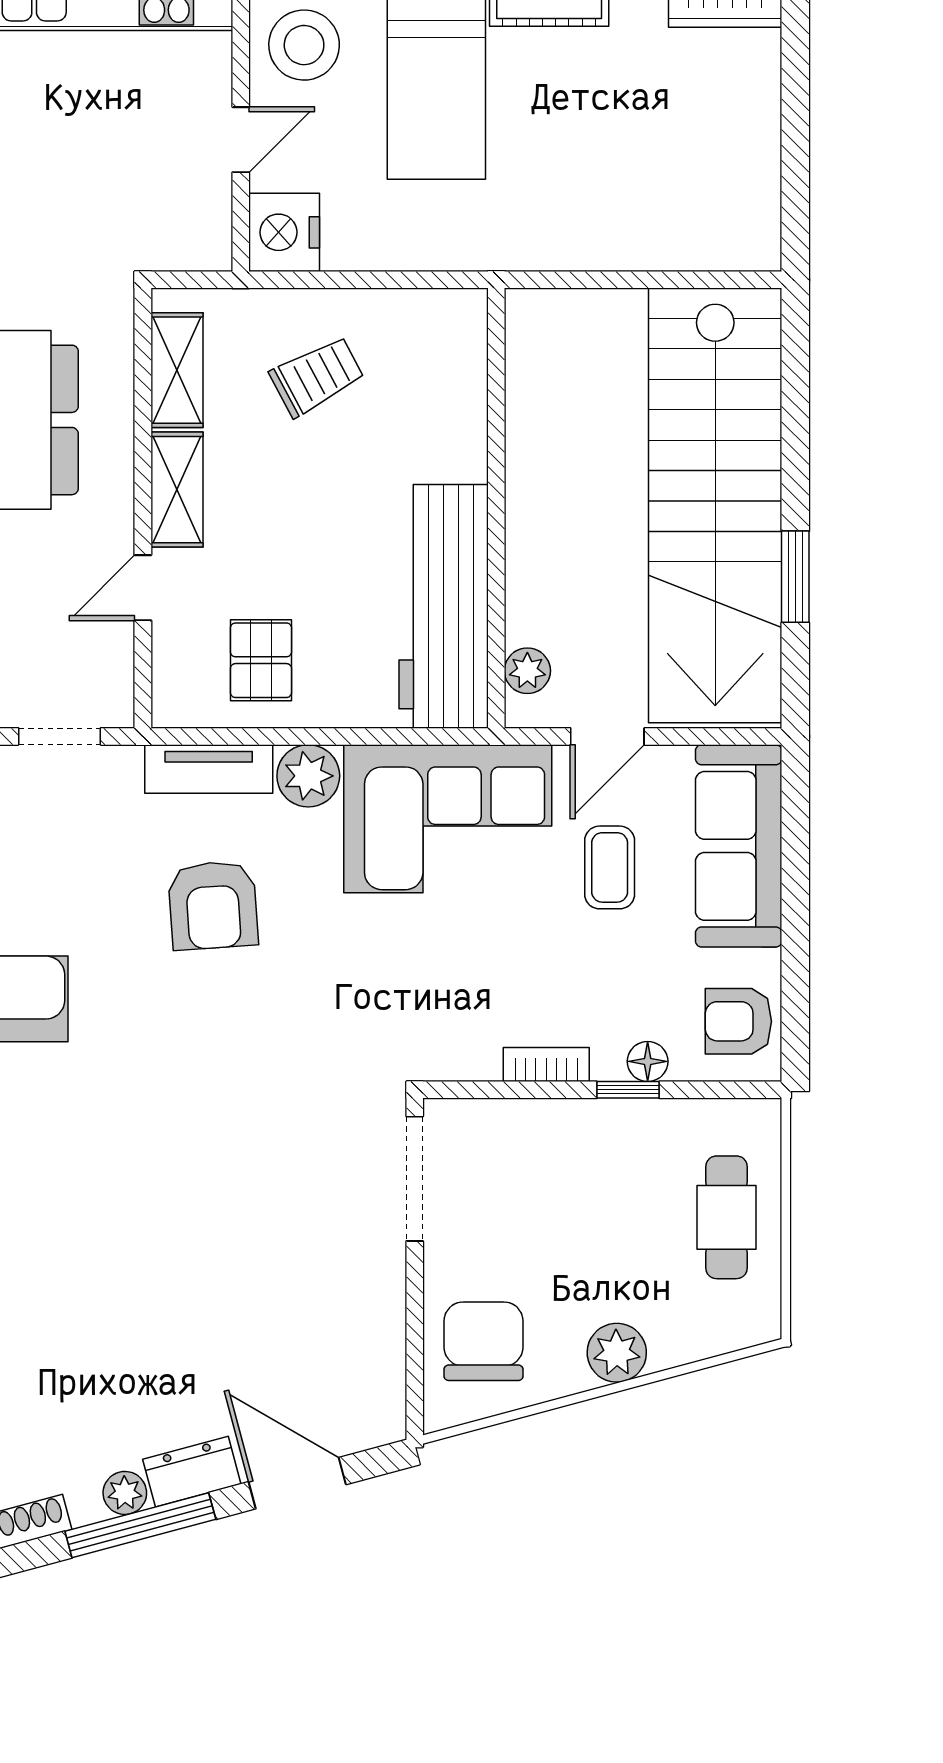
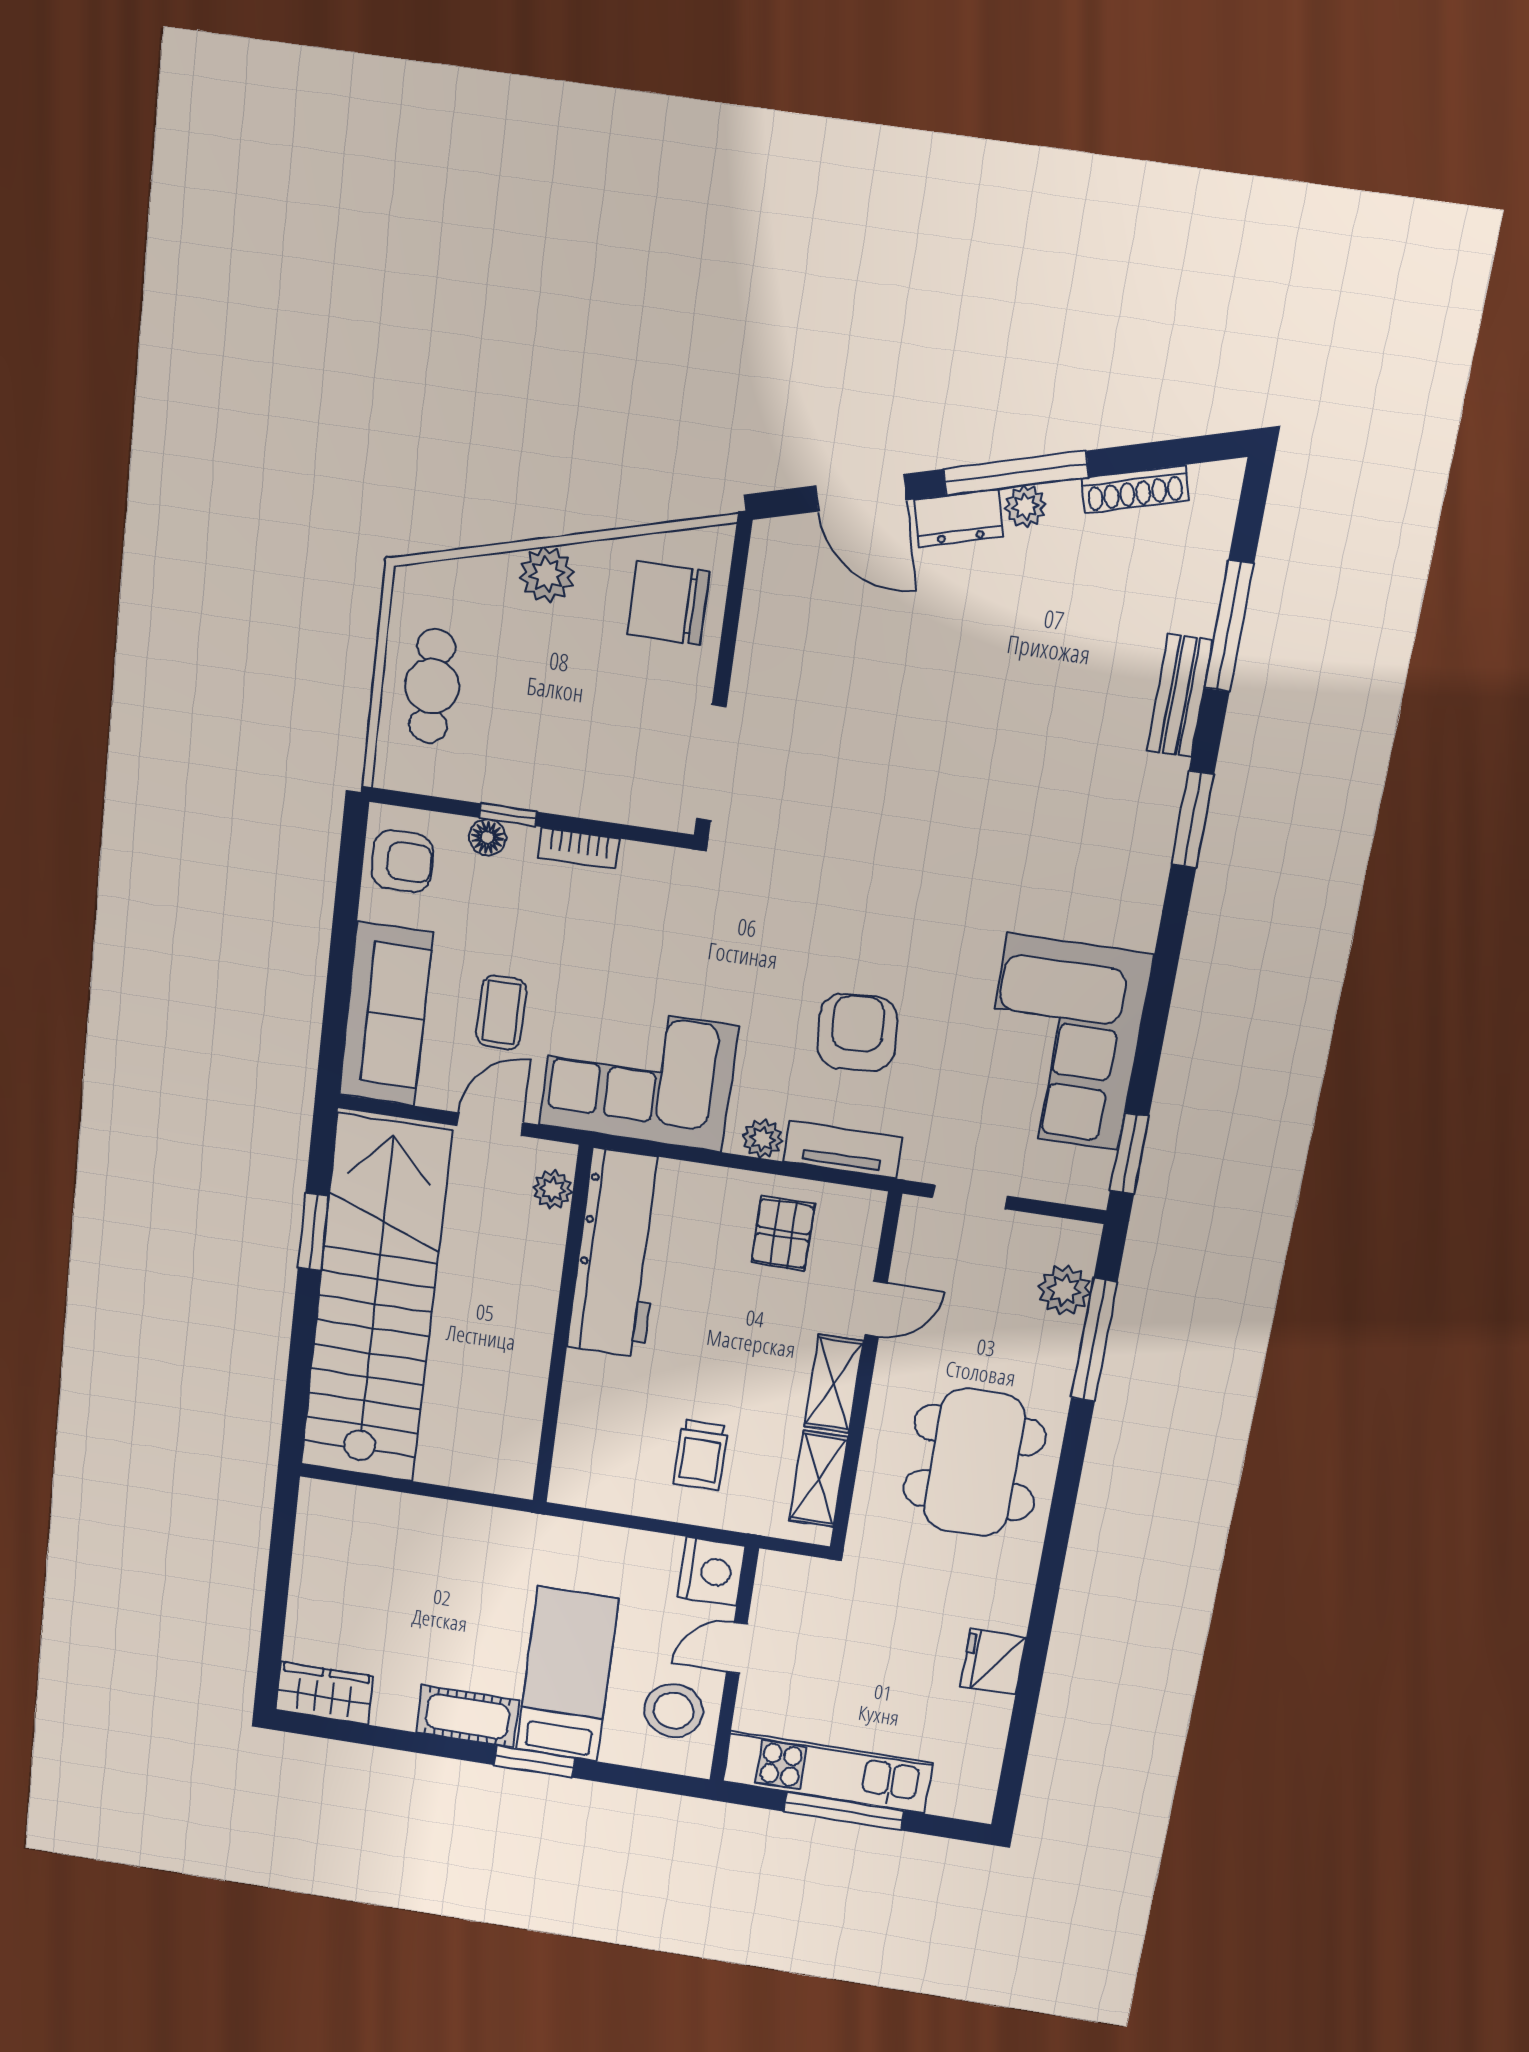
trolley: (317, 376) -> (701, 1455), turned -62
plant: (308, 776) -> (762, 1139), width x0.73, depth x0.73
chair: (484, 1341) -> (668, 603), turned 90

